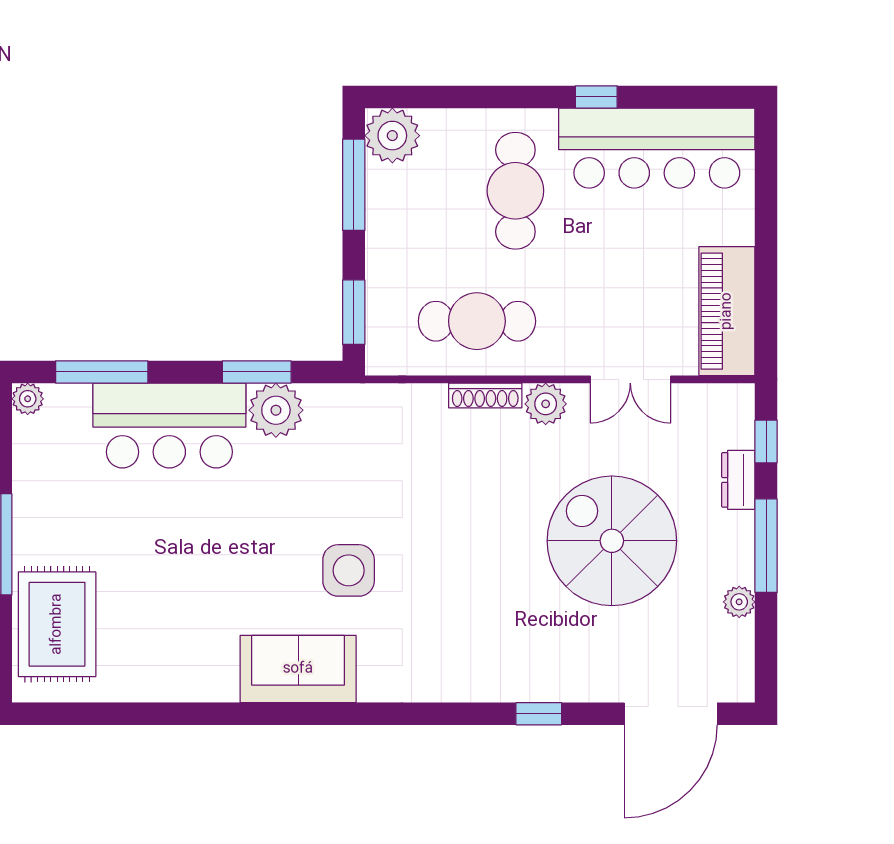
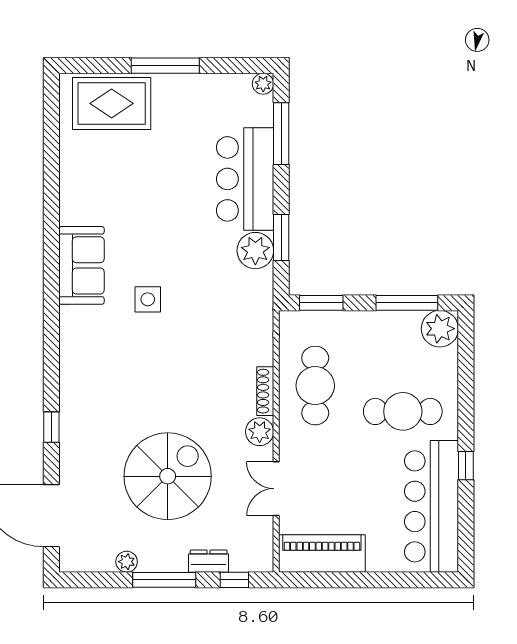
side table: (349, 570) -> (148, 299), width x0.73, depth x0.73

